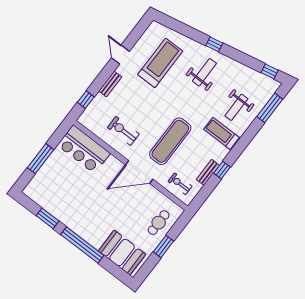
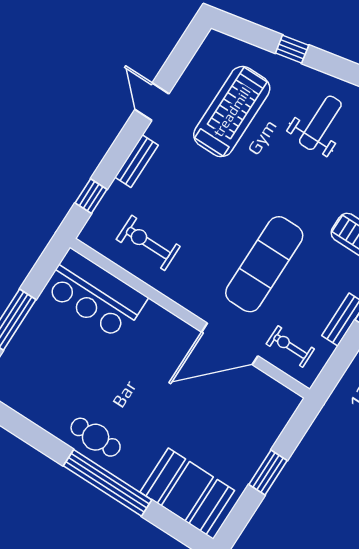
window: (214, 44) -> (292, 49), moved
exercise bike: (123, 131) -> (148, 243), moved
door: (139, 172) -> (230, 344), moved
window: (47, 218) -> (35, 436), removed
cafe table: (159, 223) -> (96, 437), moved, turned 90

